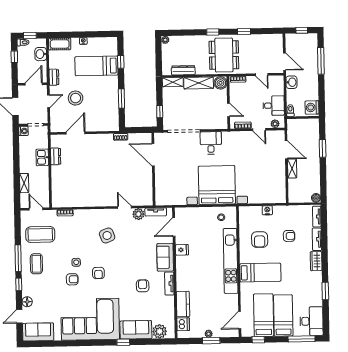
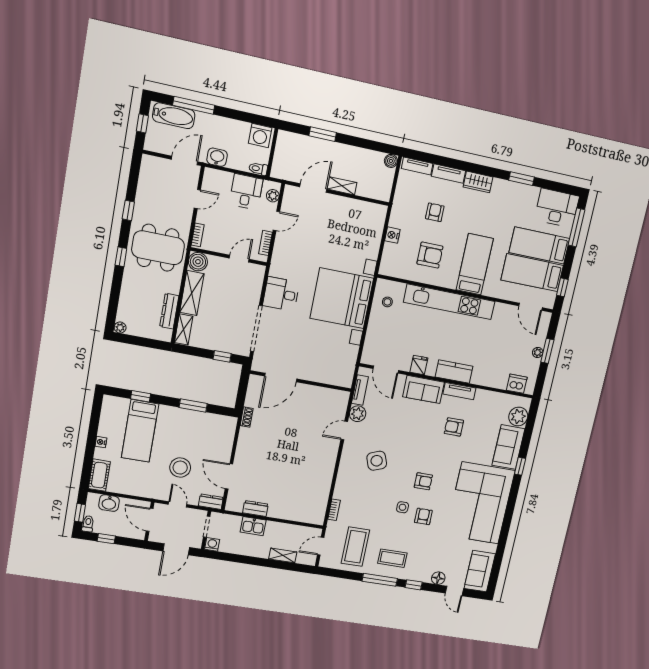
bathtub: (311, 49) -> (174, 116), added
dresser: (54, 77) -> (211, 502), moved
kitchen counter: (183, 304) -> (454, 372), moved

